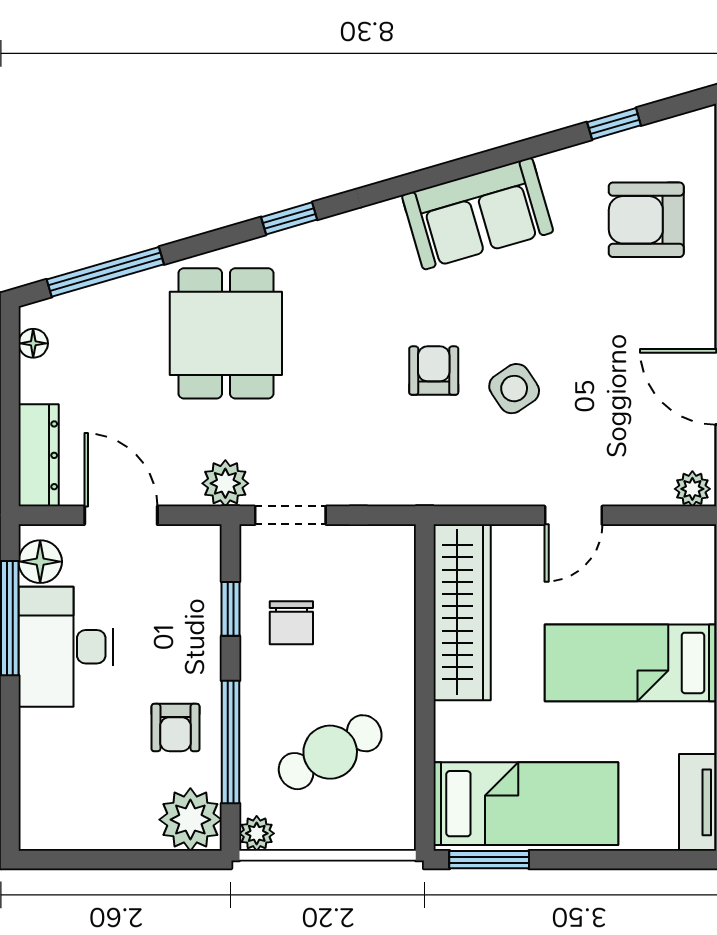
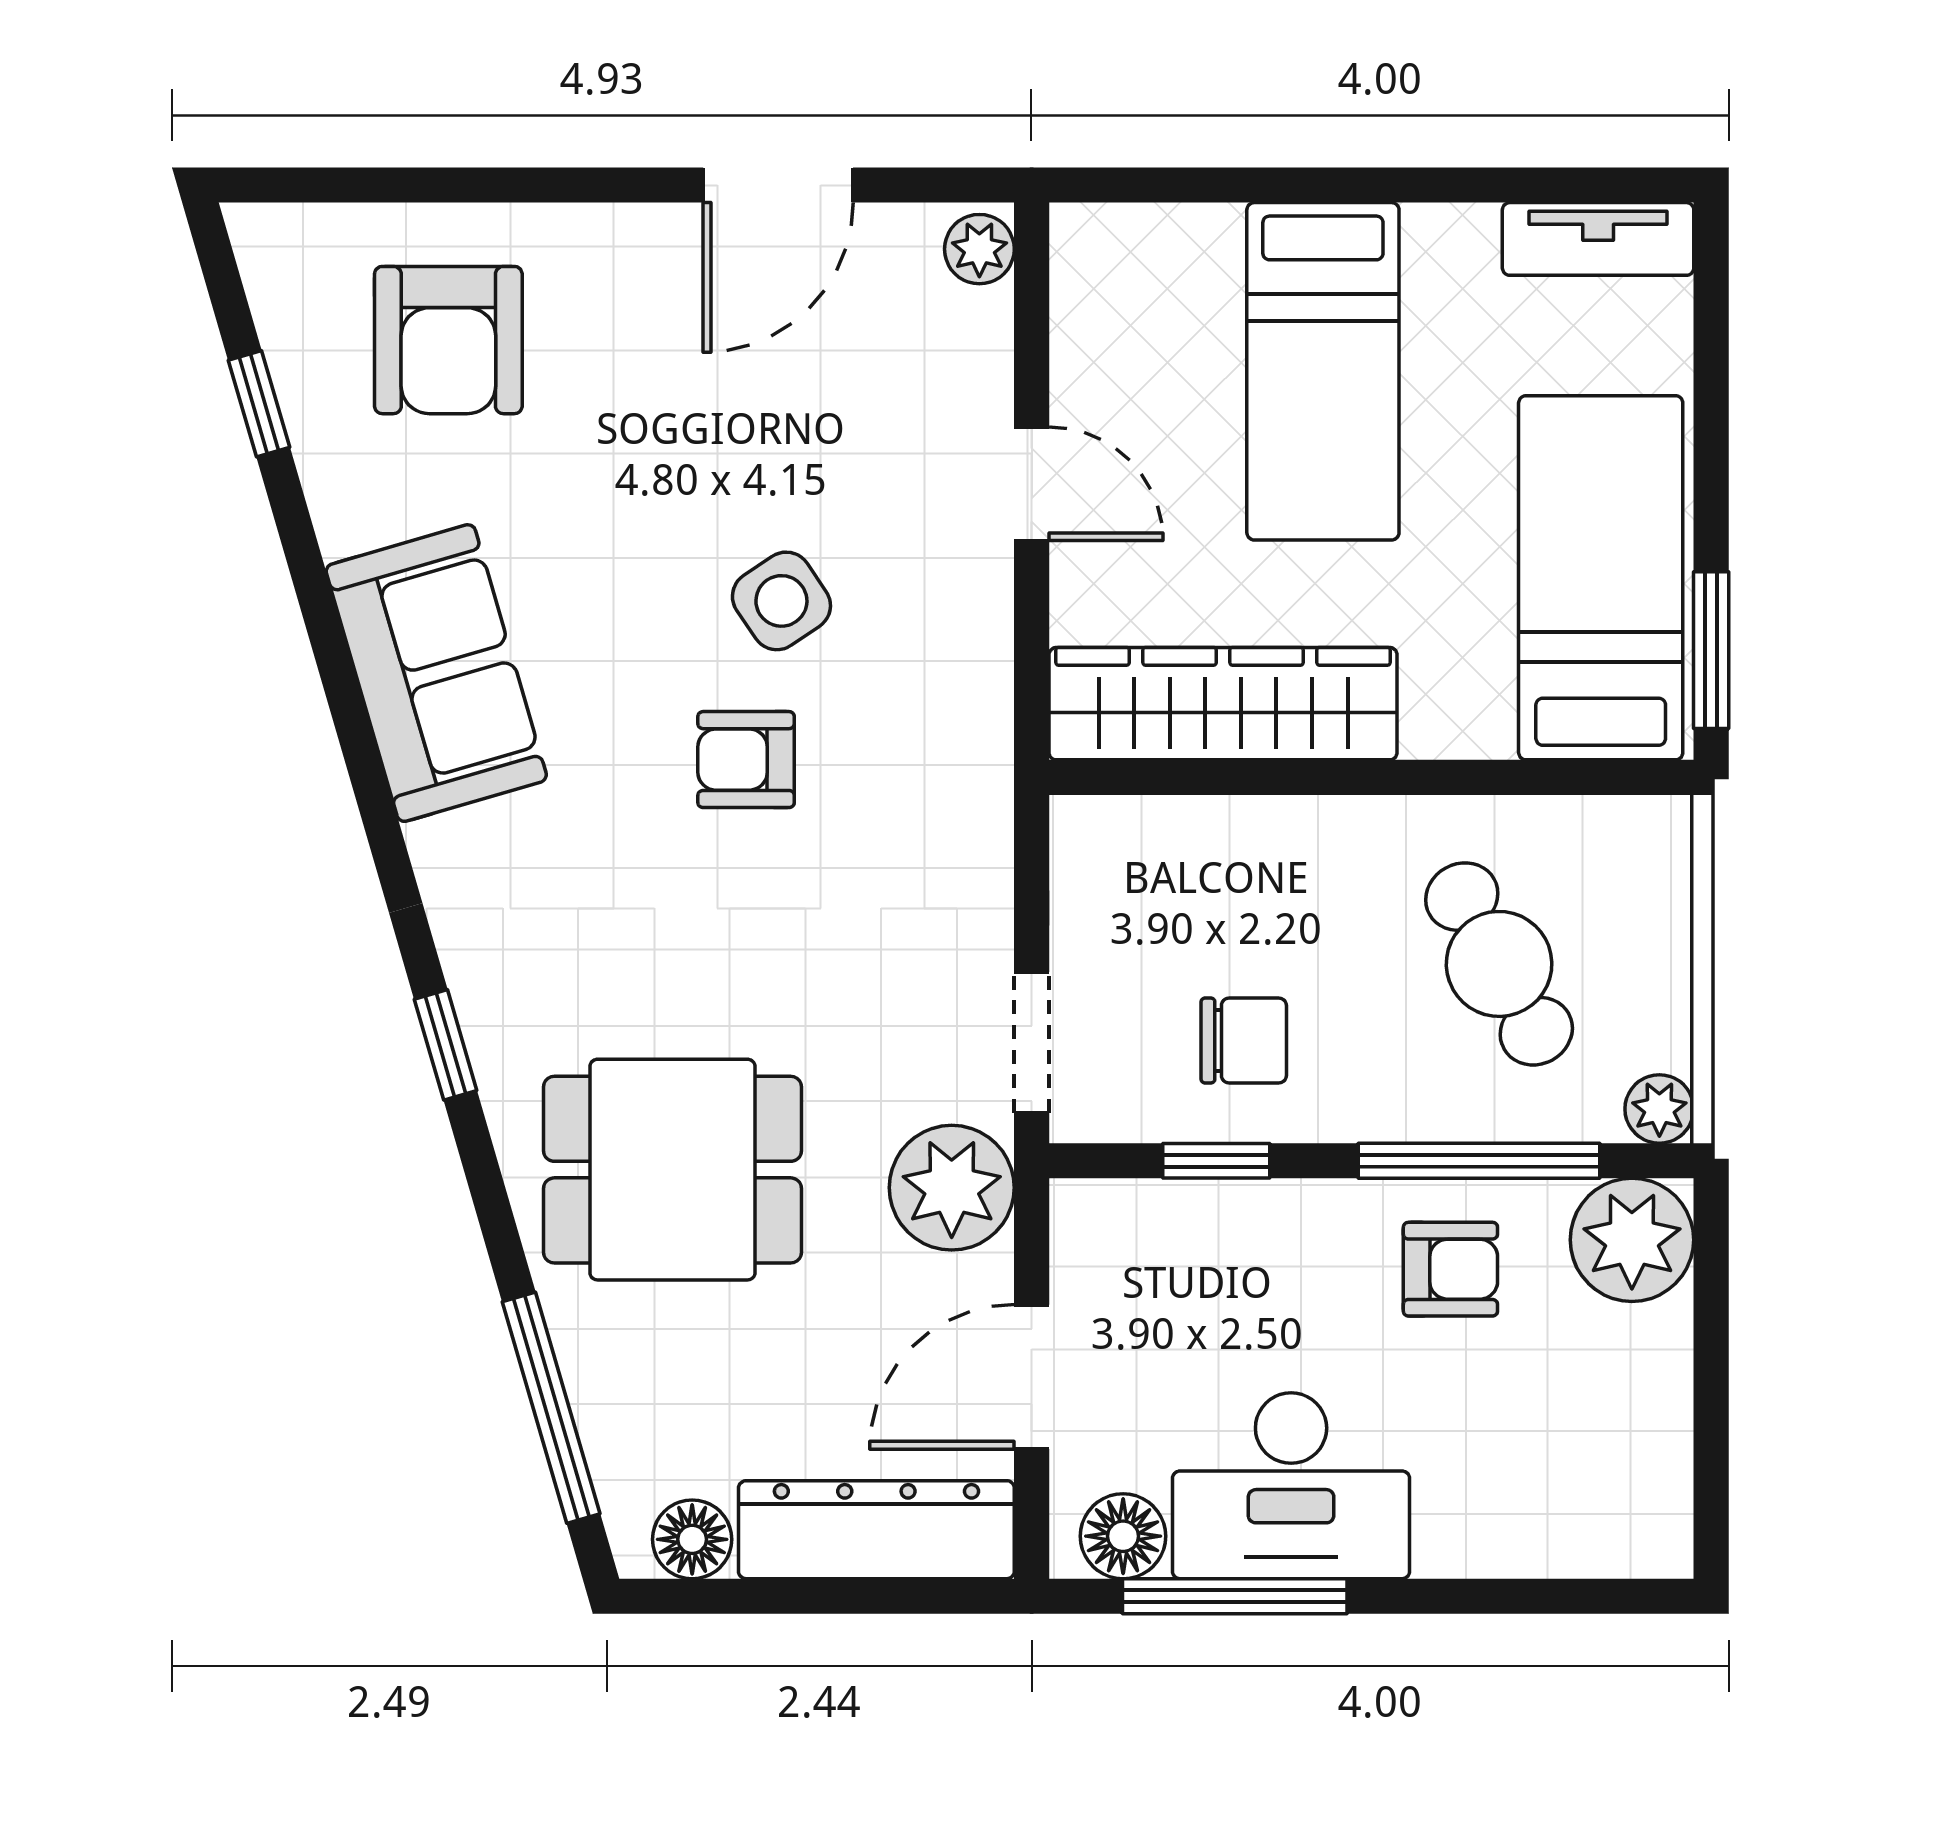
floor lamp: (33, 343) -> (692, 1539), width x1.37, depth x1.37
dresser: (39, 455) -> (876, 1530), width x1.37, depth x1.24
plant: (225, 483) -> (952, 1188), width x1.36, depth x1.36

